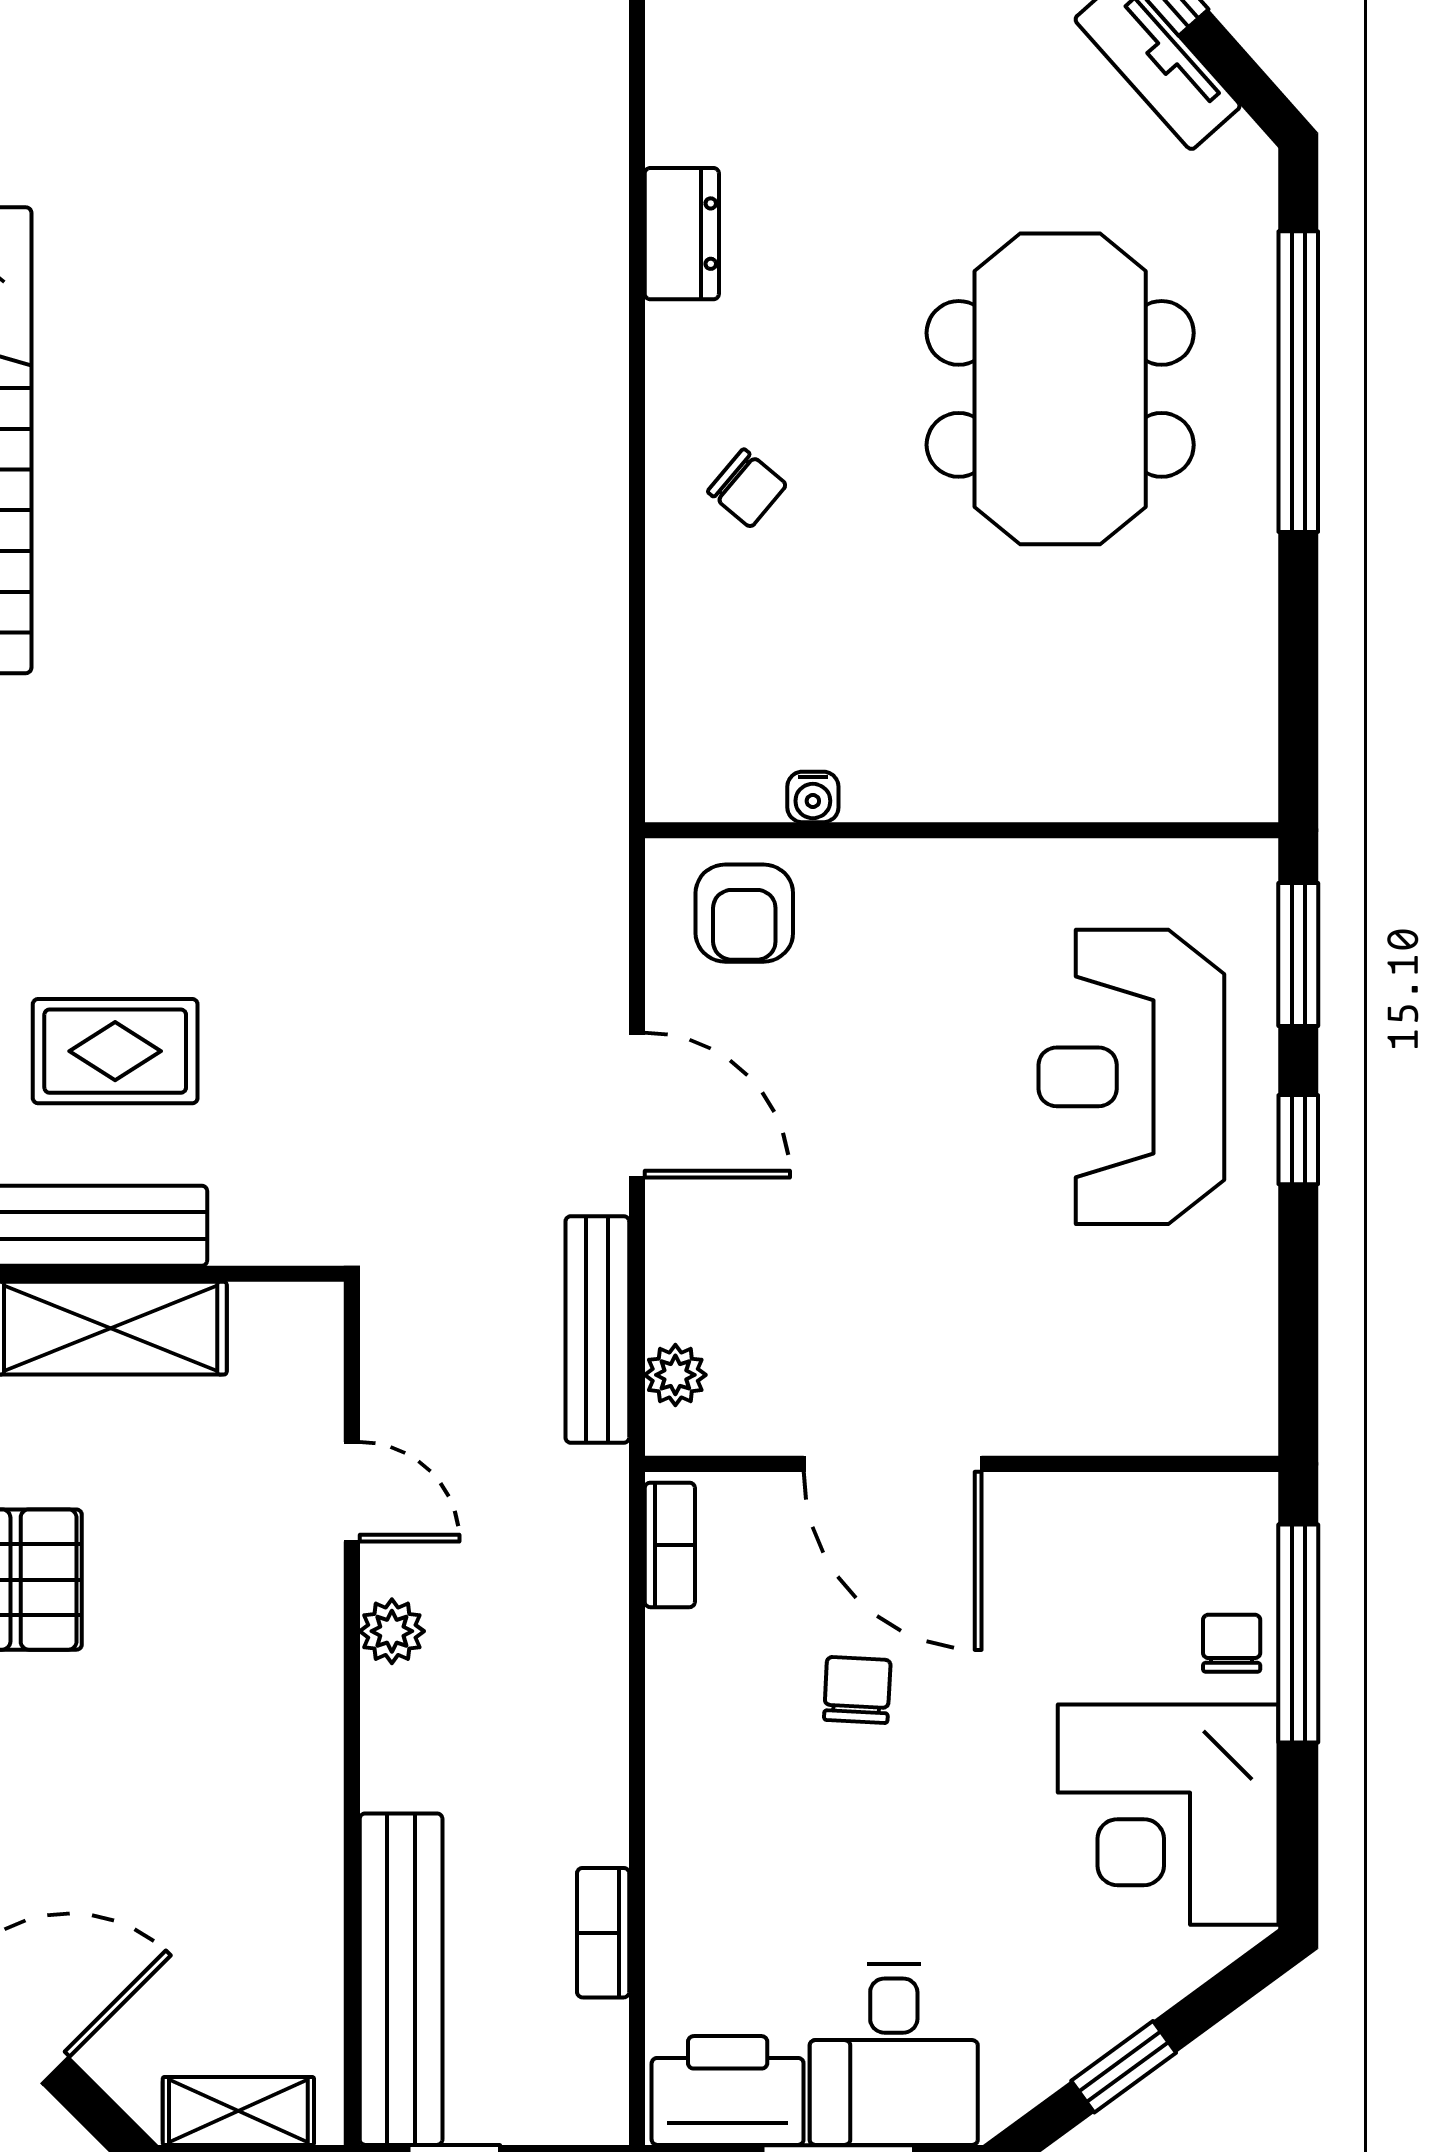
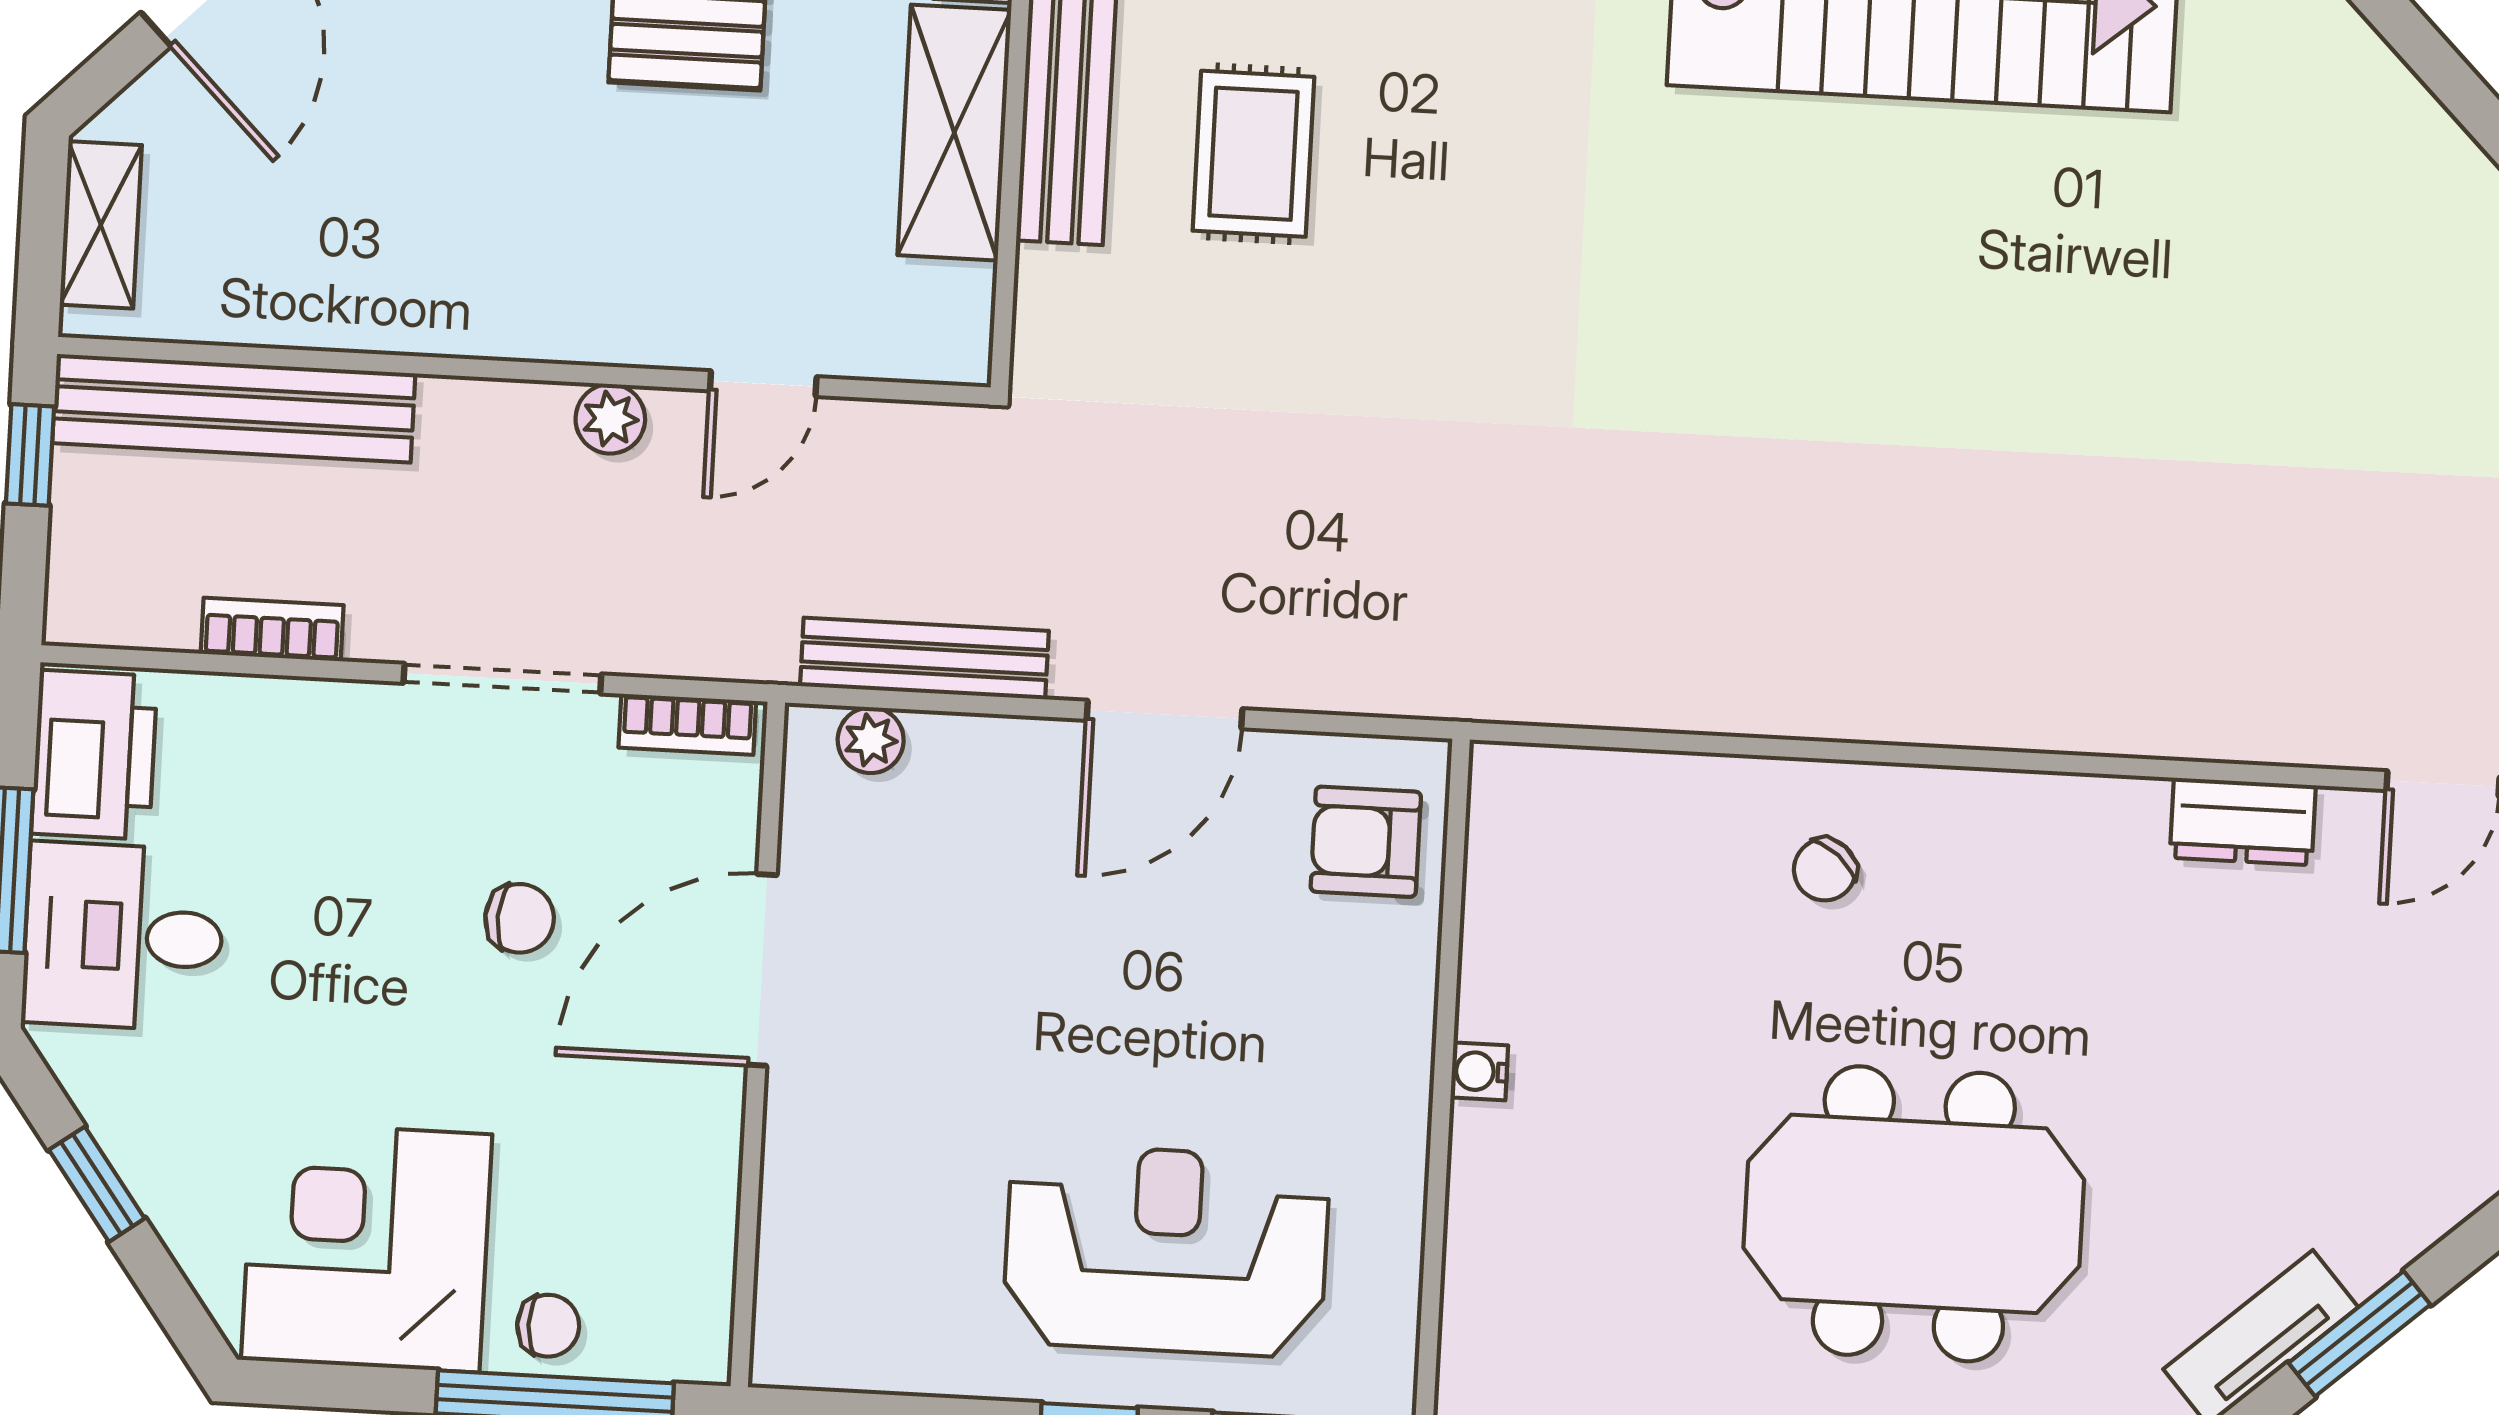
dresser: (682, 234) -> (2243, 822), moved
water cooler: (813, 797) -> (1479, 1071), moved
doorway: (637, 1718) -> (502, 679), added

